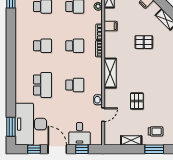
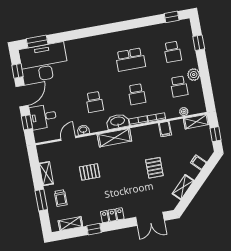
school desk: (42, 46) -> (130, 60), width x1.85
washbasin: (96, 67) -> (118, 121), added
school desk: (42, 85) -> (88, 67), removed
door: (103, 115) -> (68, 138), swing flipped

